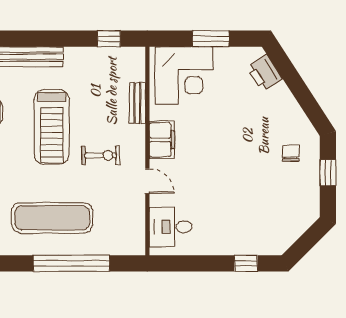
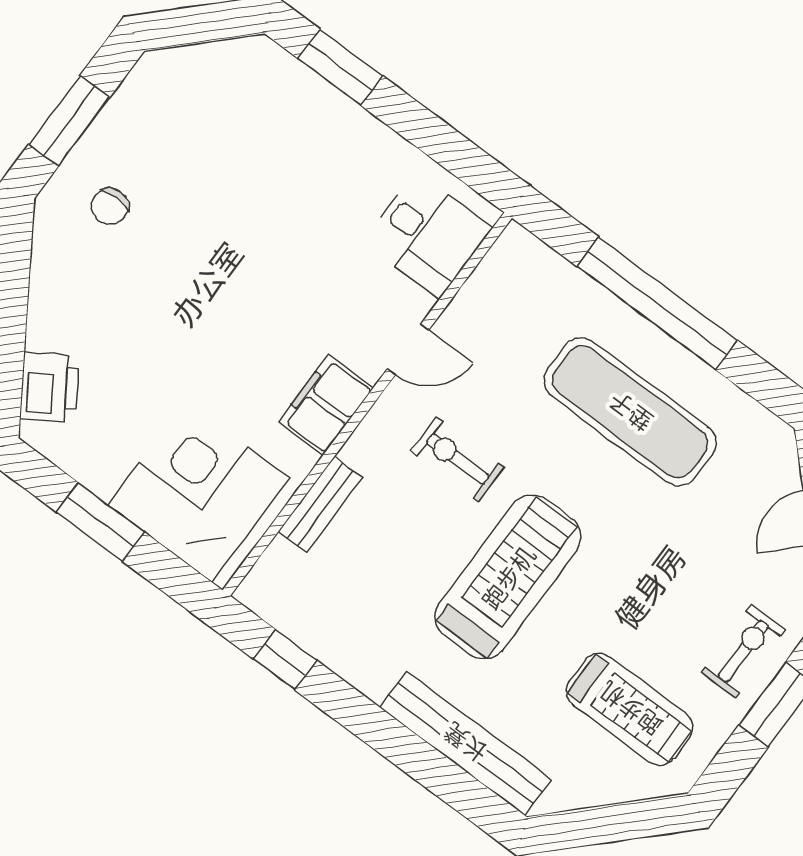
window: (328, 173) -> (69, 121), width x1.50
door: (147, 181) -> (408, 350), swing flipped
window: (246, 263) -> (340, 67), width x1.50

